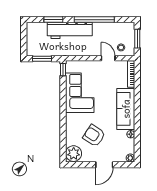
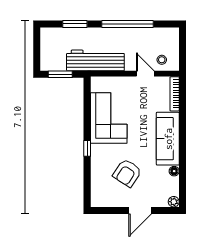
workbench: (70, 30) -> (95, 60), moved, turned 180
window: (137, 39) -> (182, 48), removed
window: (63, 70) -> (87, 148), moved
armchair: (94, 136) -> (127, 173), turned -90
plant: (74, 154) -> (101, 196), removed

